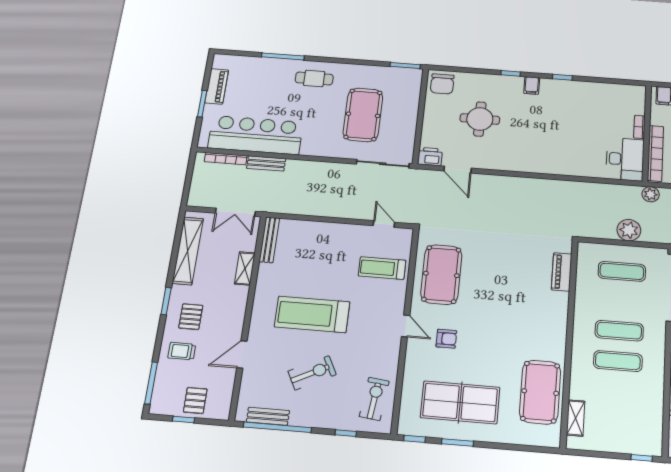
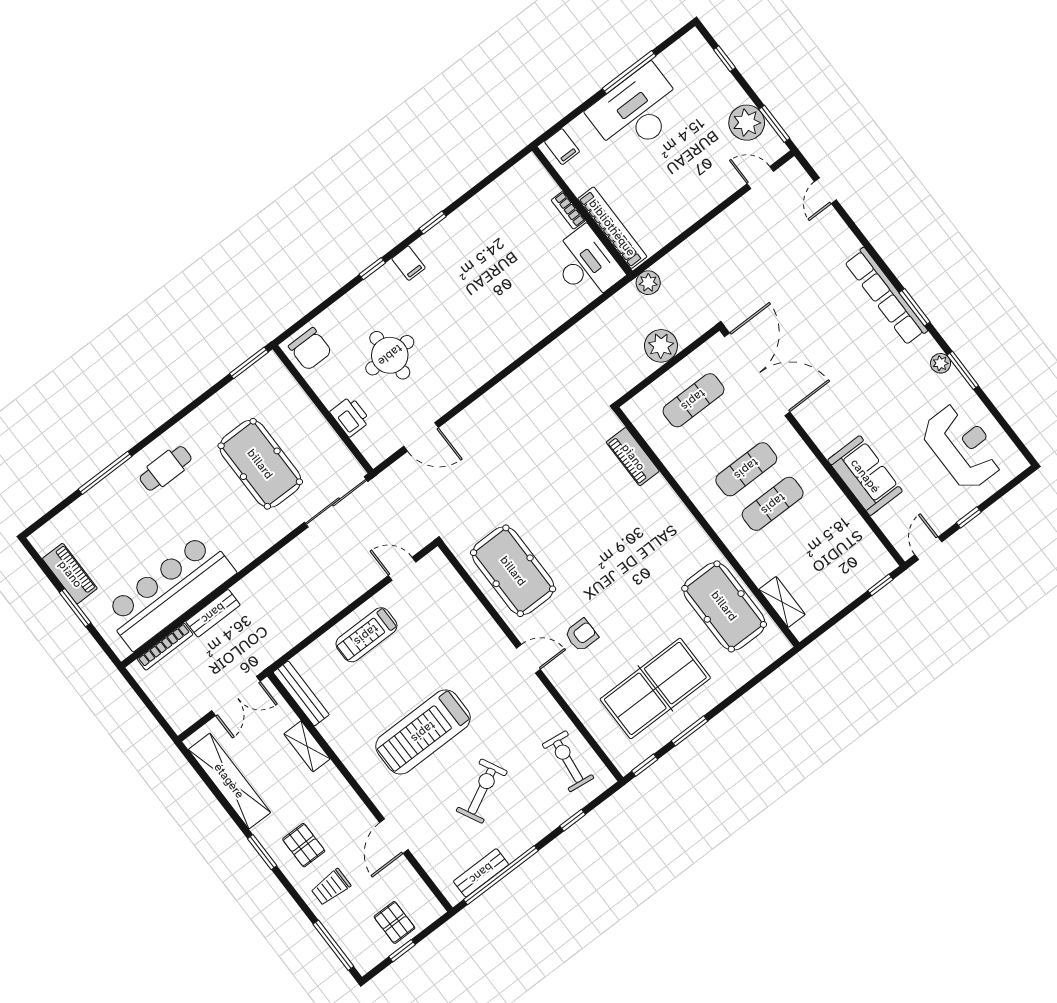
printer: (430, 157) -> (350, 416), moved, turned 90
treadmill: (382, 268) -> (366, 635), moved

